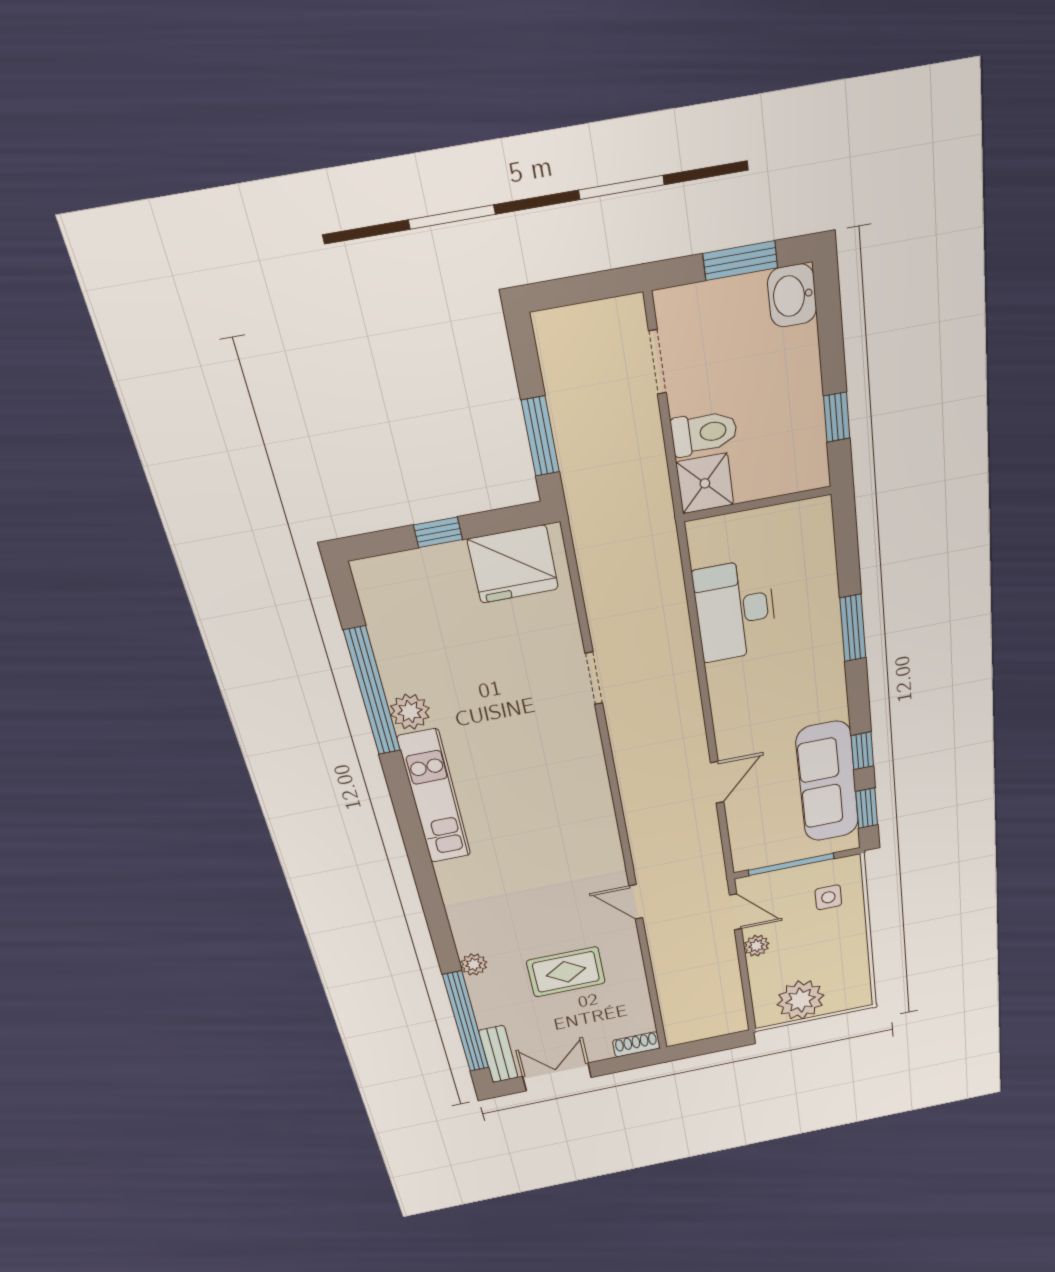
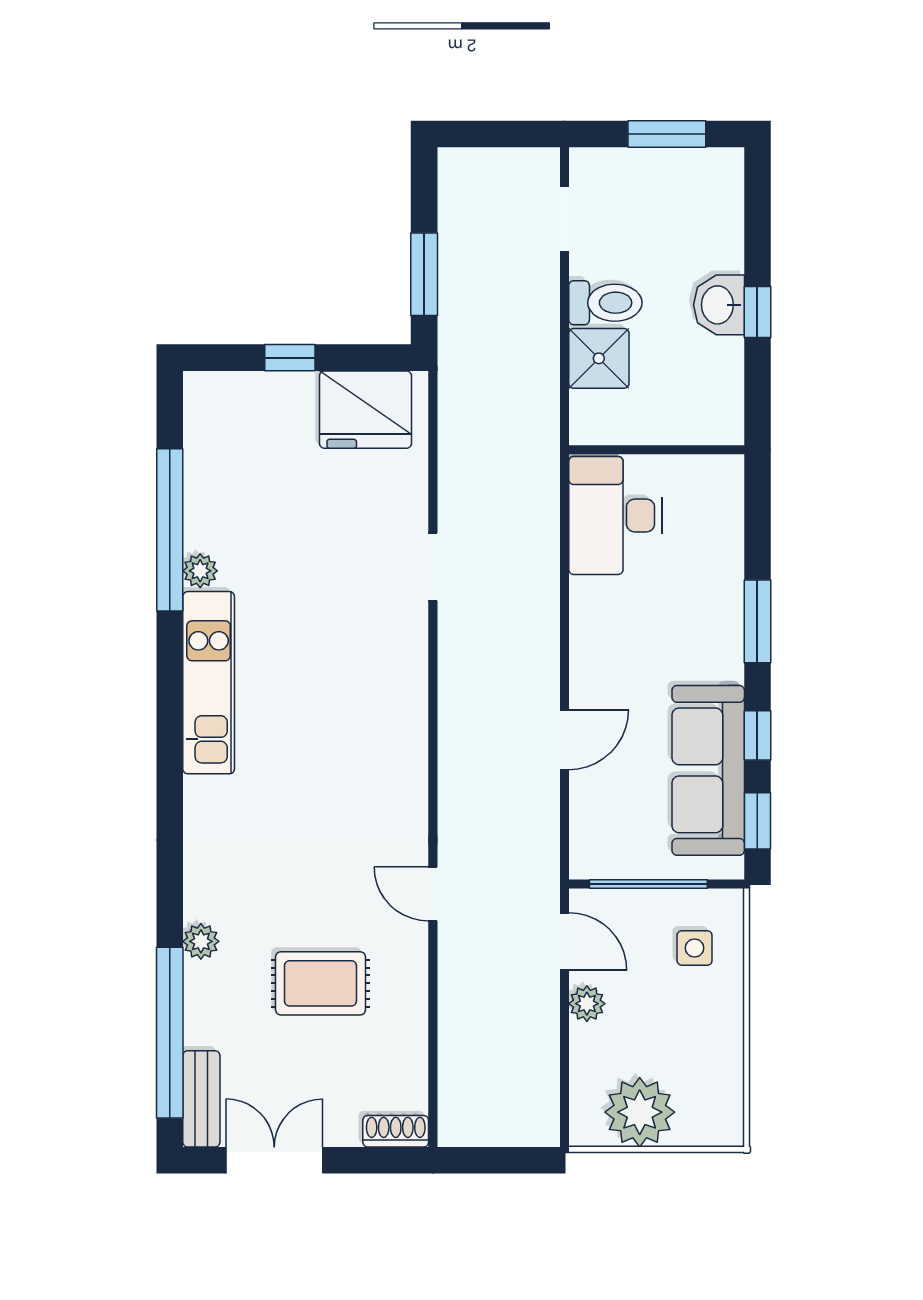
washbasin: (792, 296) -> (719, 305), moved
wall: (757, 504) -> (657, 450), moved
window: (853, 628) -> (757, 621), moved
plant: (410, 712) -> (200, 571), width x0.73, depth x0.73

